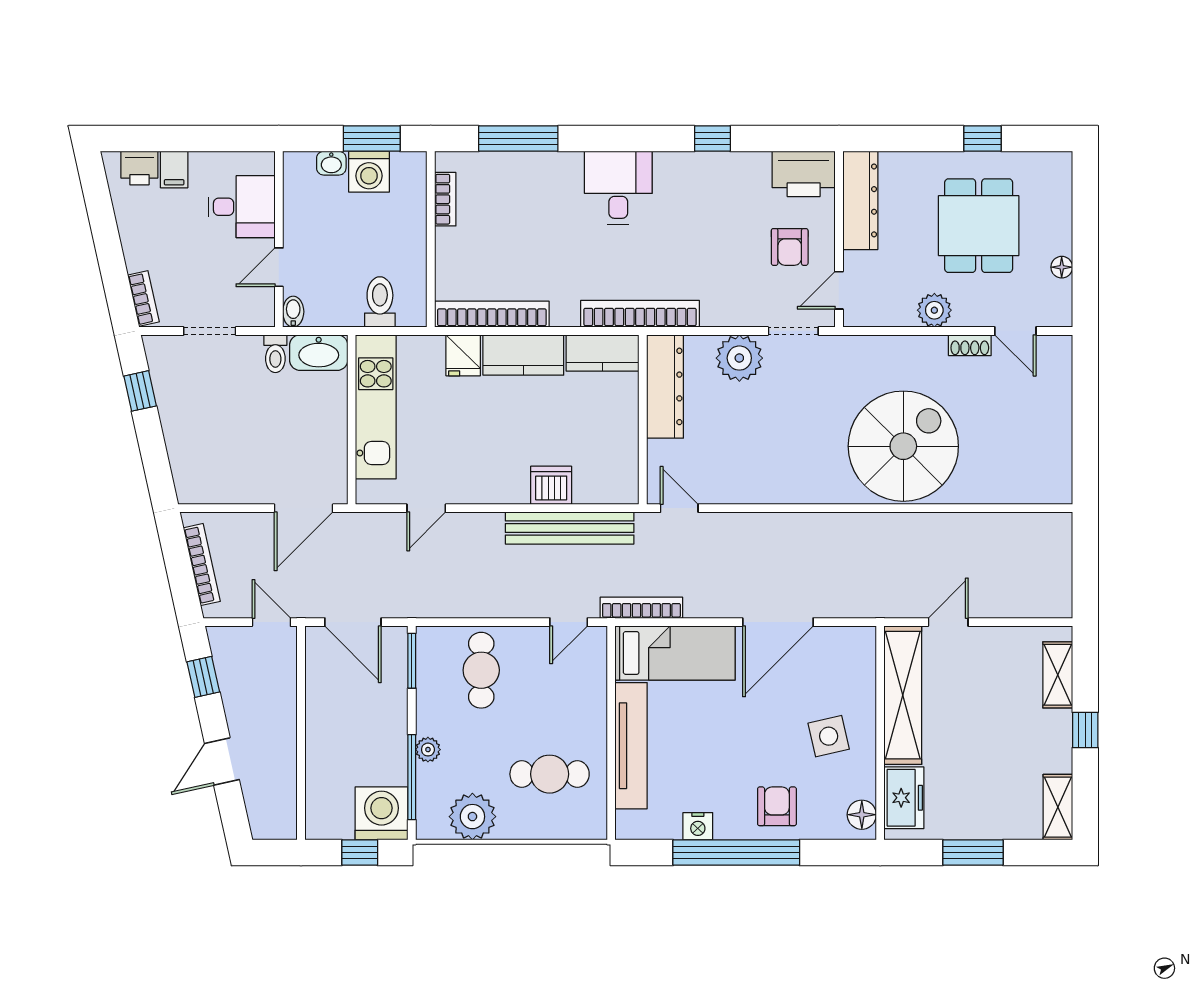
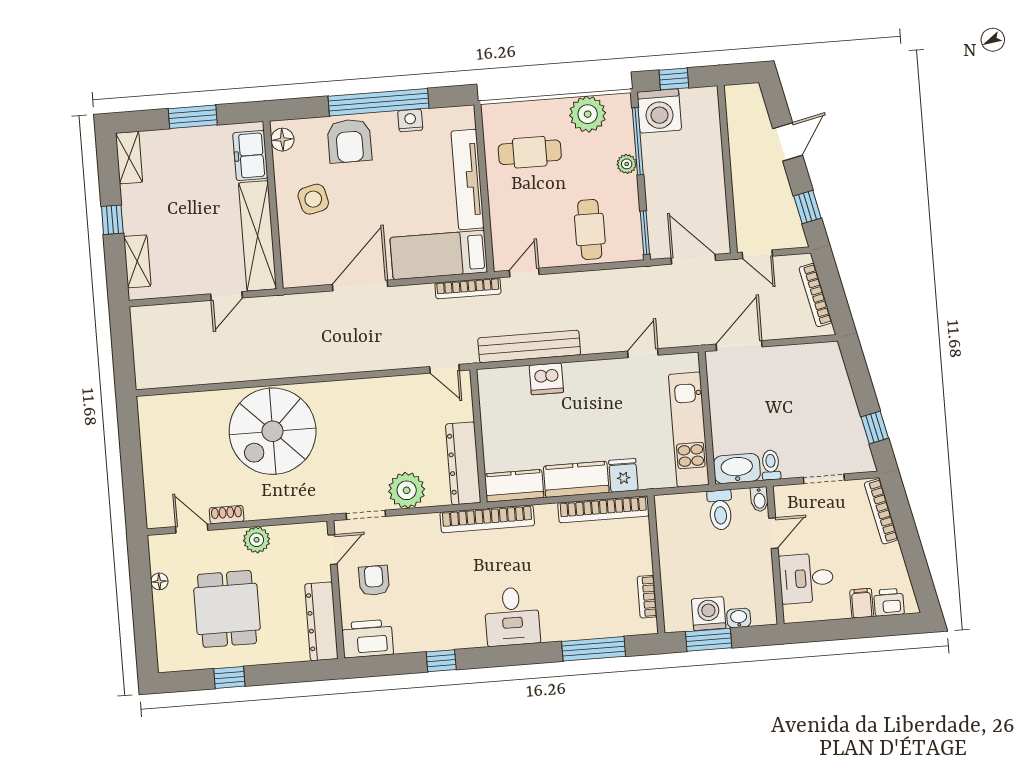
bookcase: (143, 299) -> (881, 511), width x1.56
toilet: (380, 302) -> (720, 510), moved
armchair: (777, 806) -> (349, 141), width x1.38, depth x1.38

